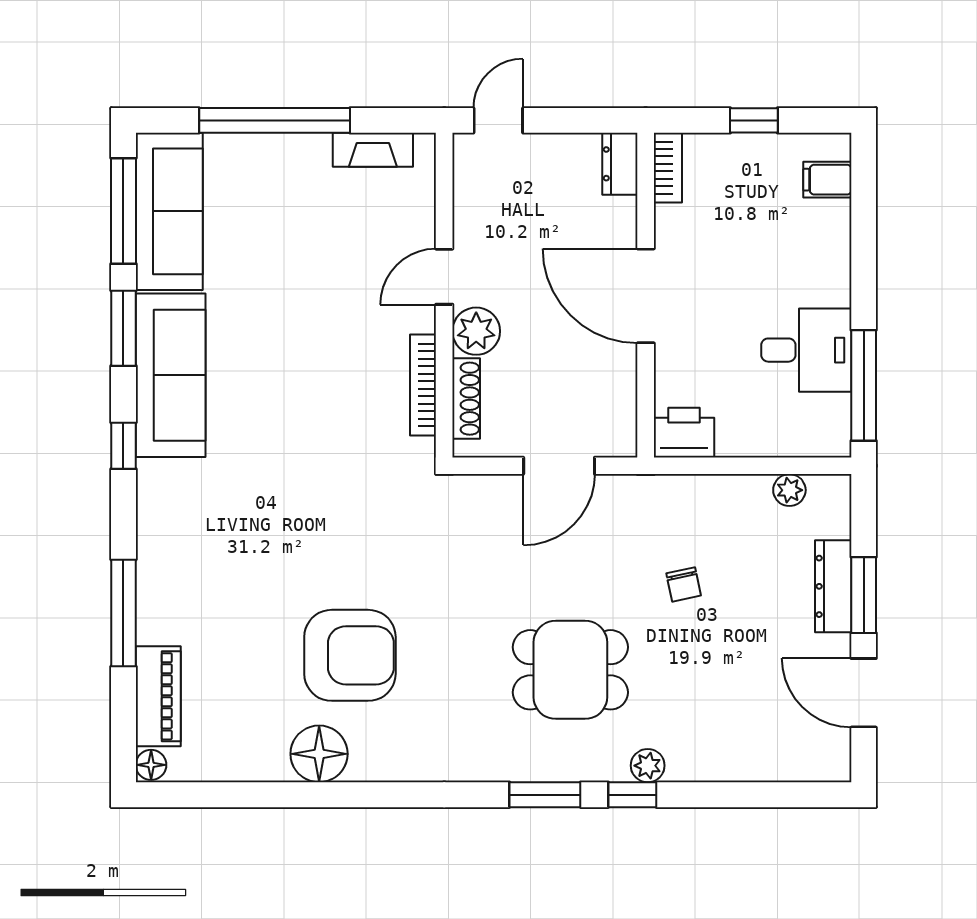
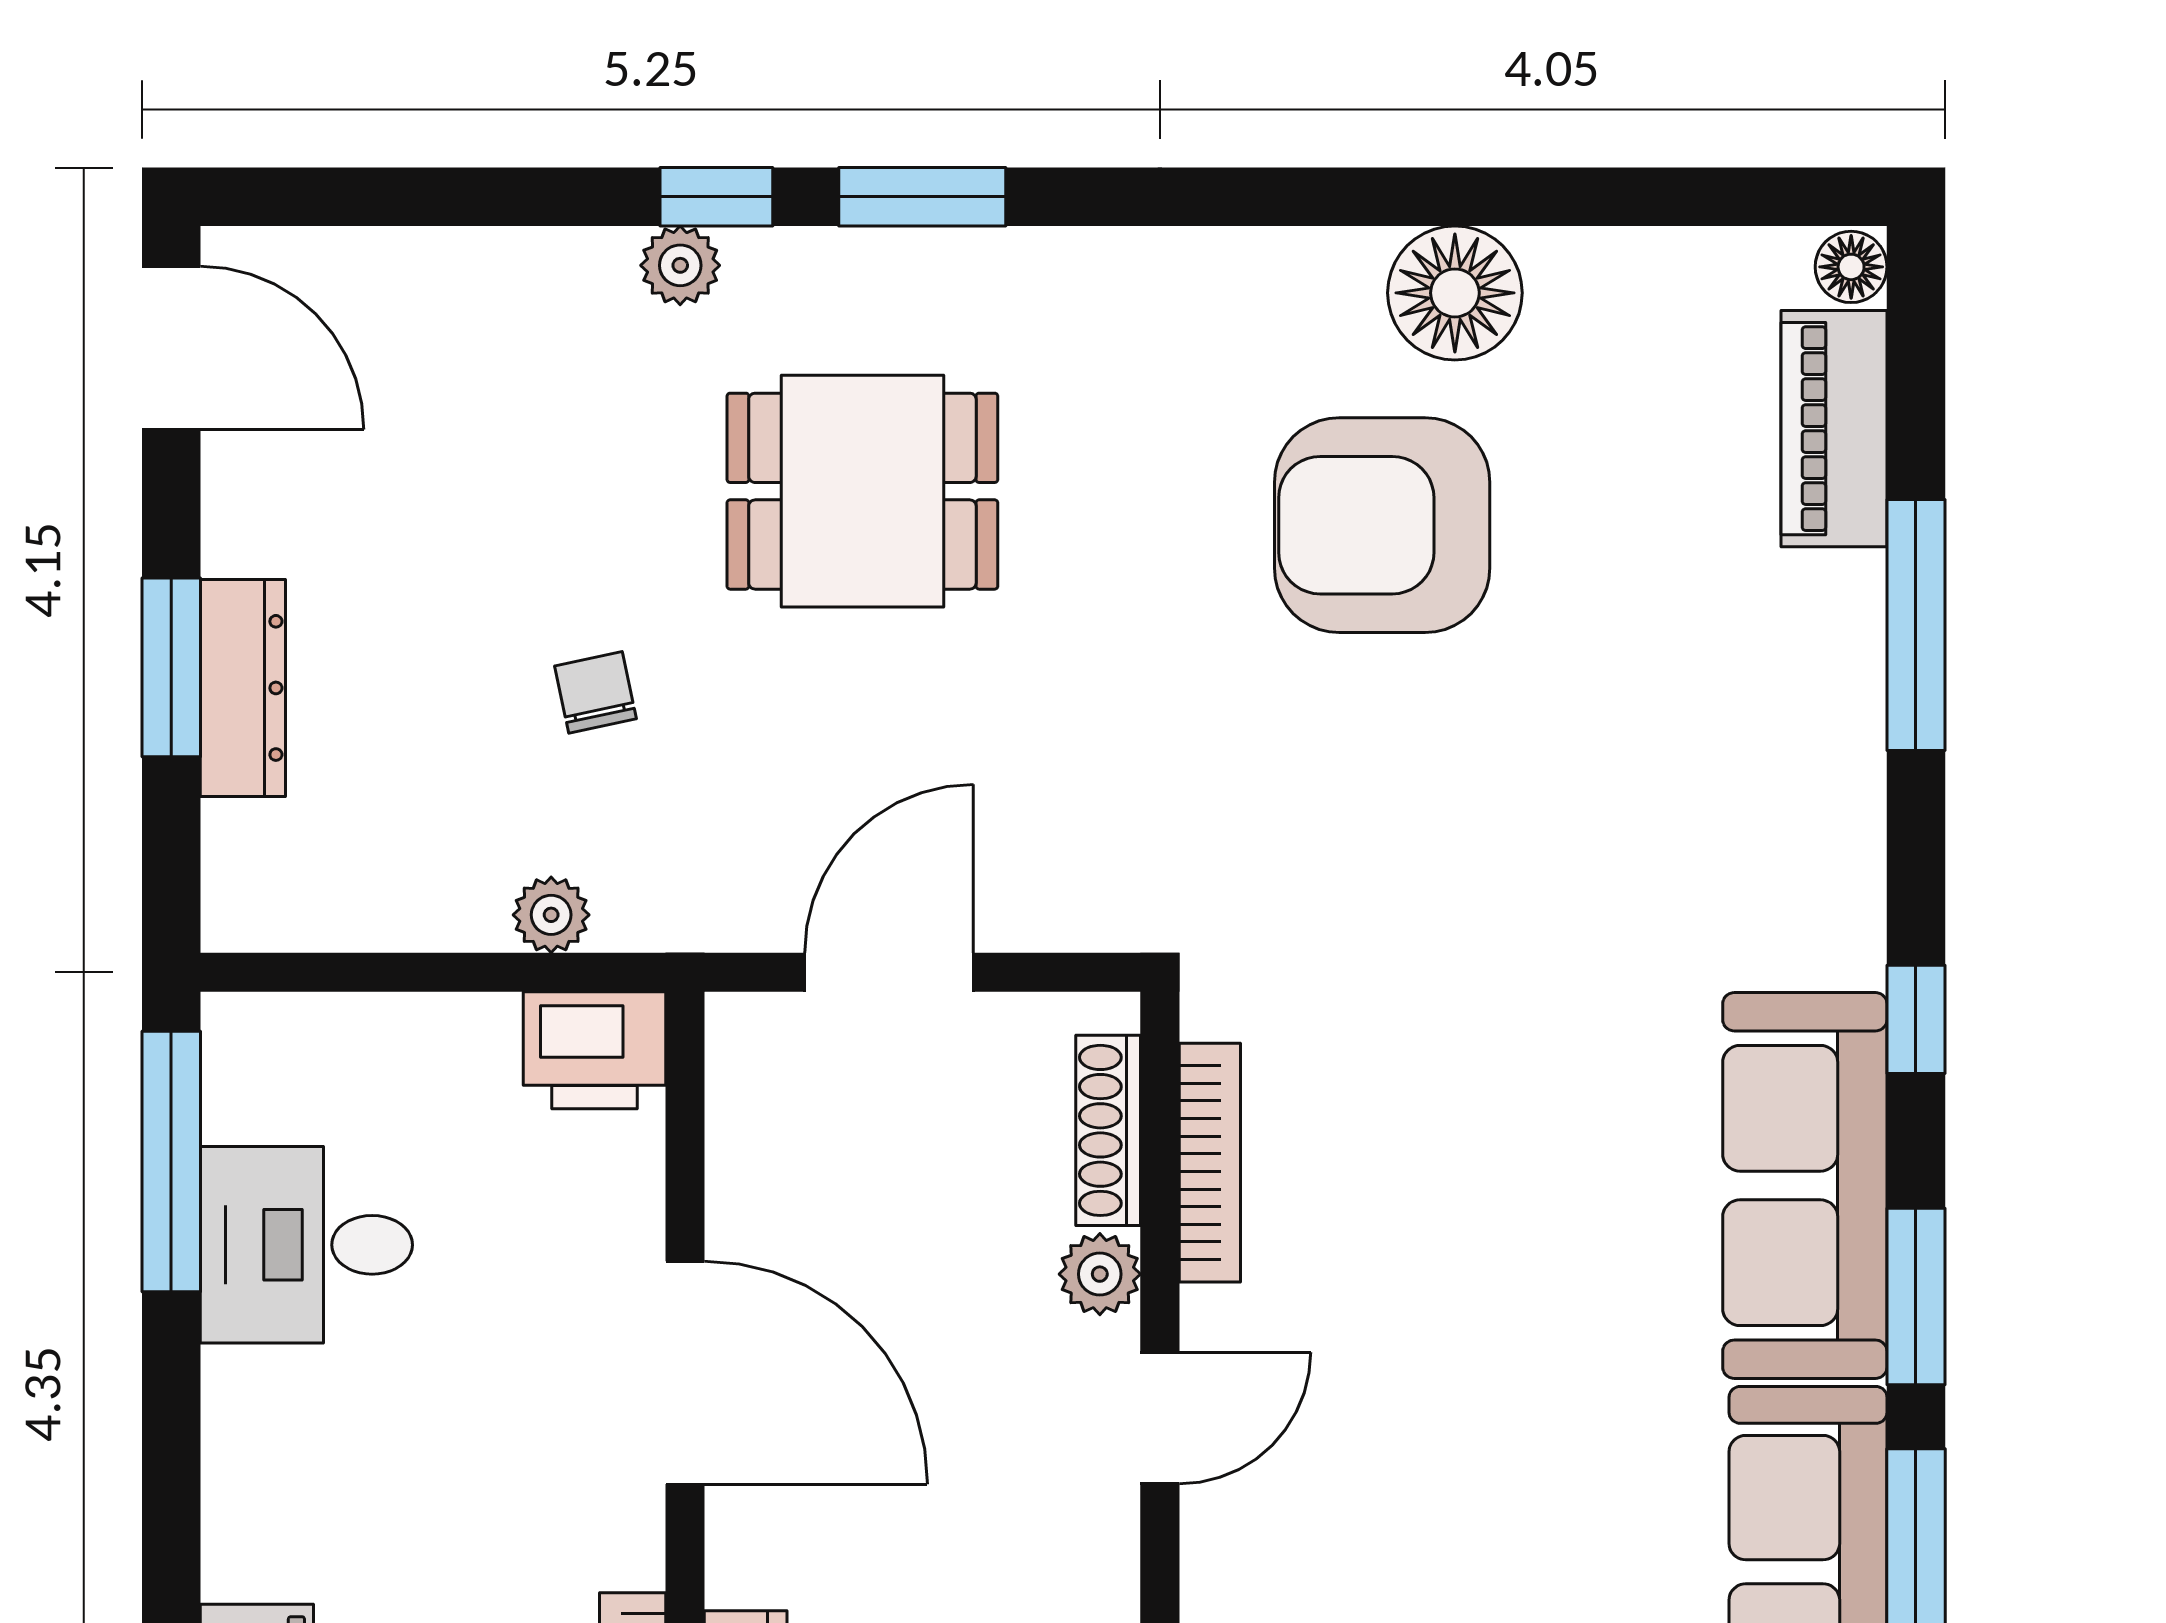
plant: (476, 331) -> (1100, 1274), width x0.73, depth x0.73
plant: (789, 490) -> (551, 915), moved
door: (864, 693) -> (171, 348), moved

